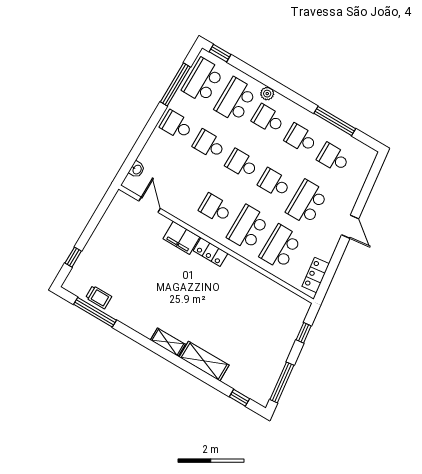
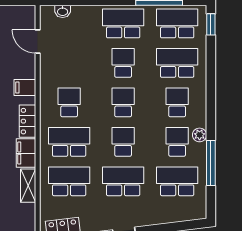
plant: (267, 94) -> (200, 135), moved
school desk: (176, 125) -> (123, 23), width x1.85
school desk: (333, 158) -> (177, 181), width x1.85
door: (150, 205) -> (38, 42), swing flipped
filing cabinet: (181, 238) -> (25, 88), width x0.50
filing cabinet: (236, 269) -> (26, 153), added
shelving: (264, 283) -> (28, 186), added

